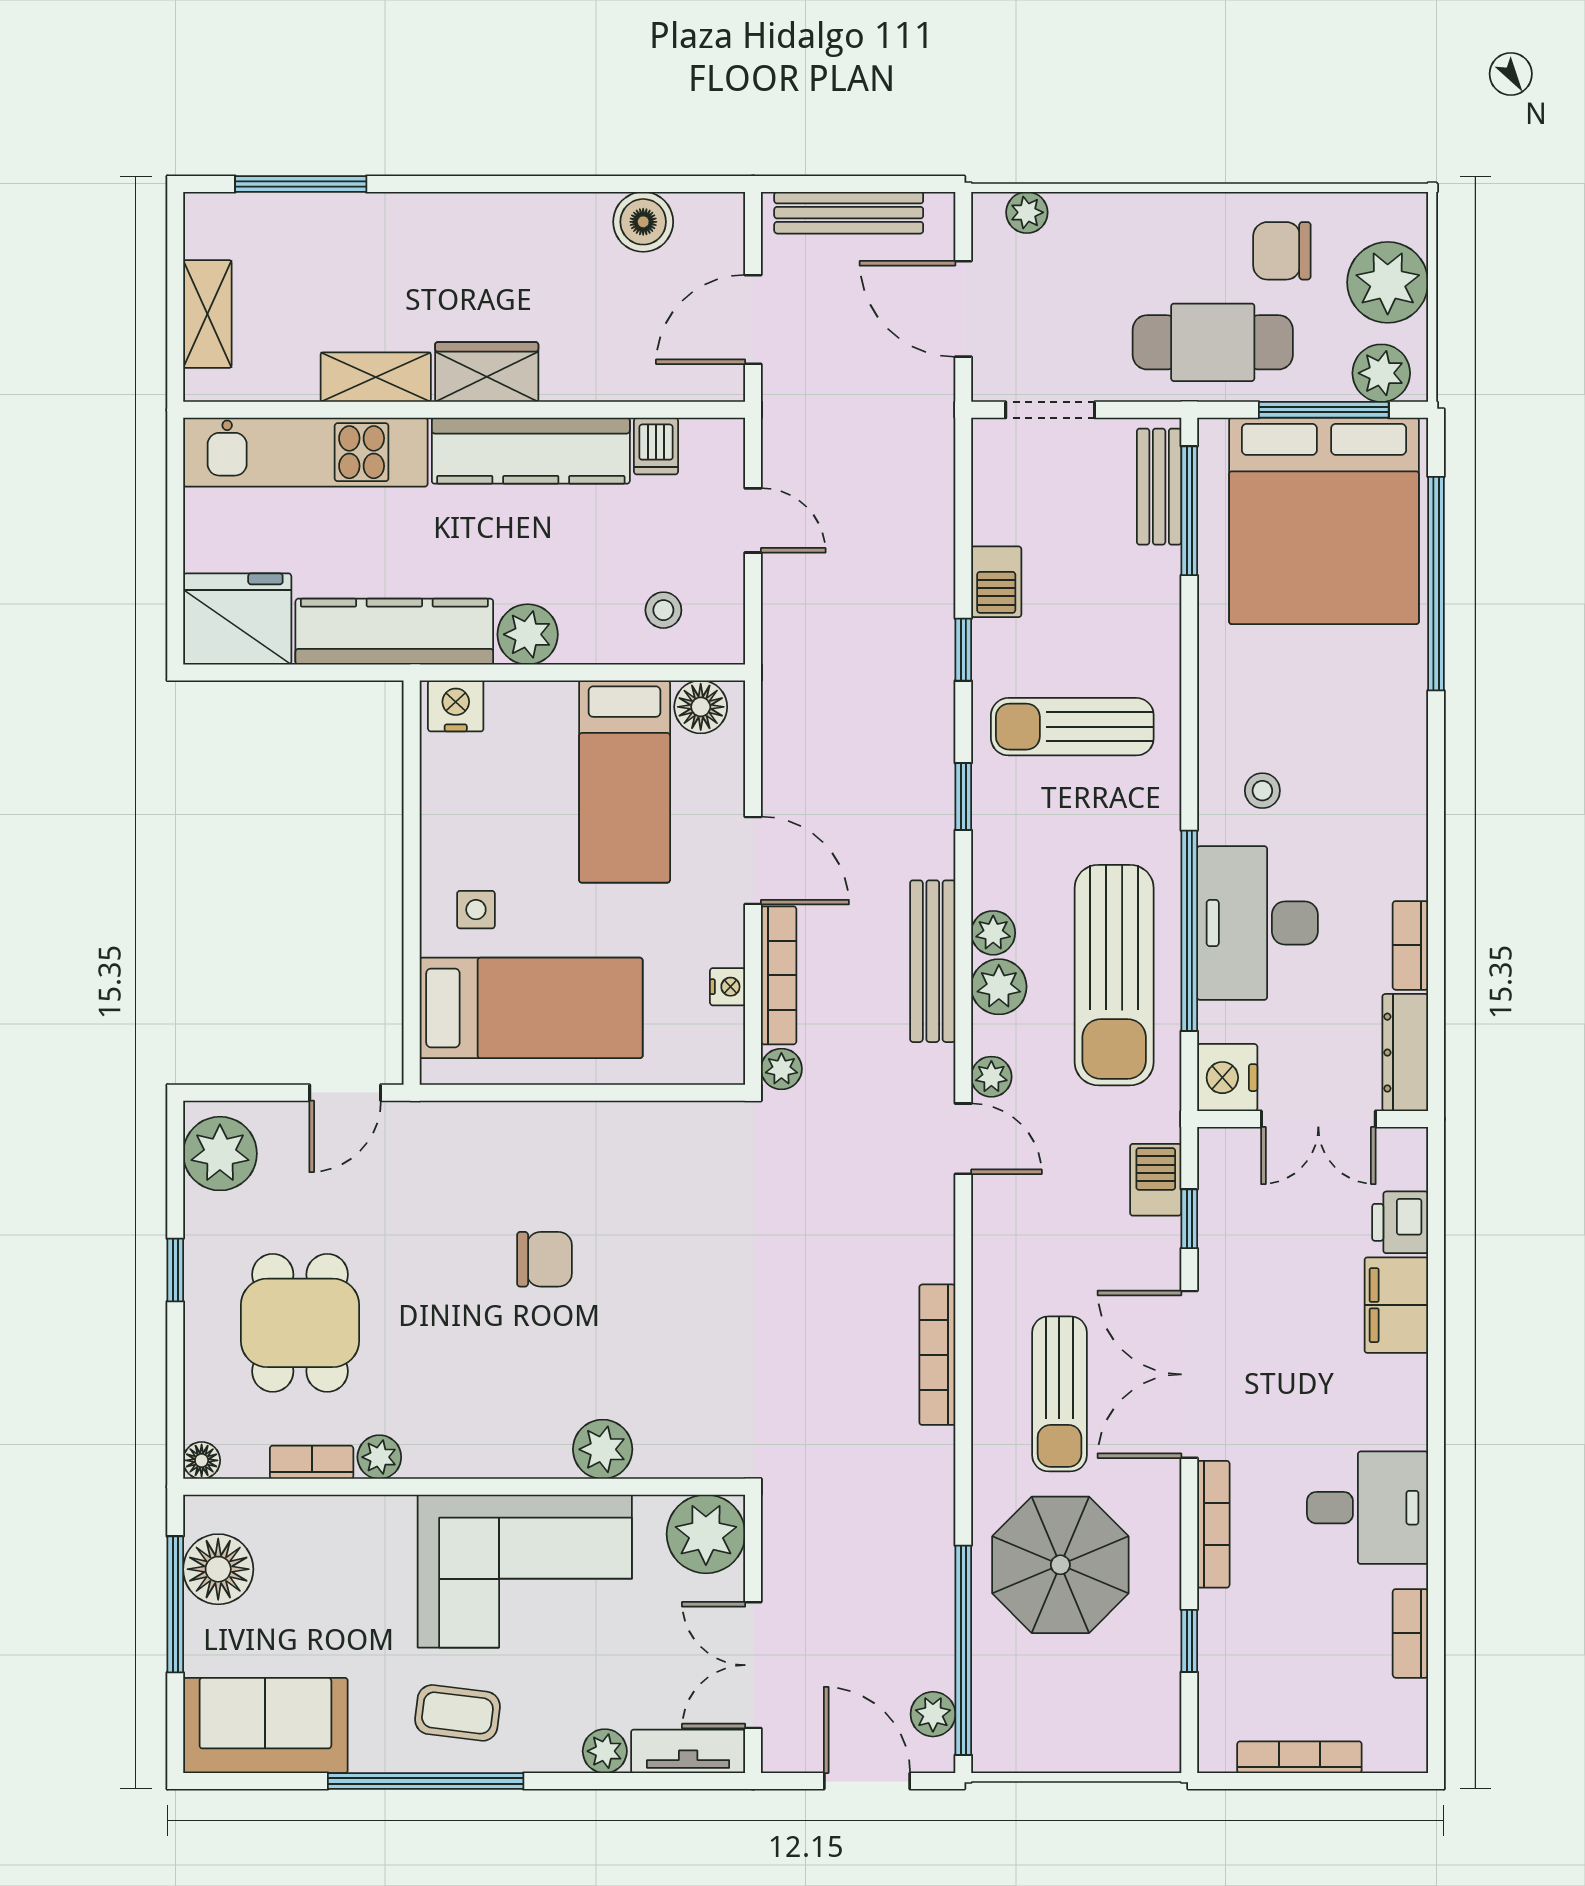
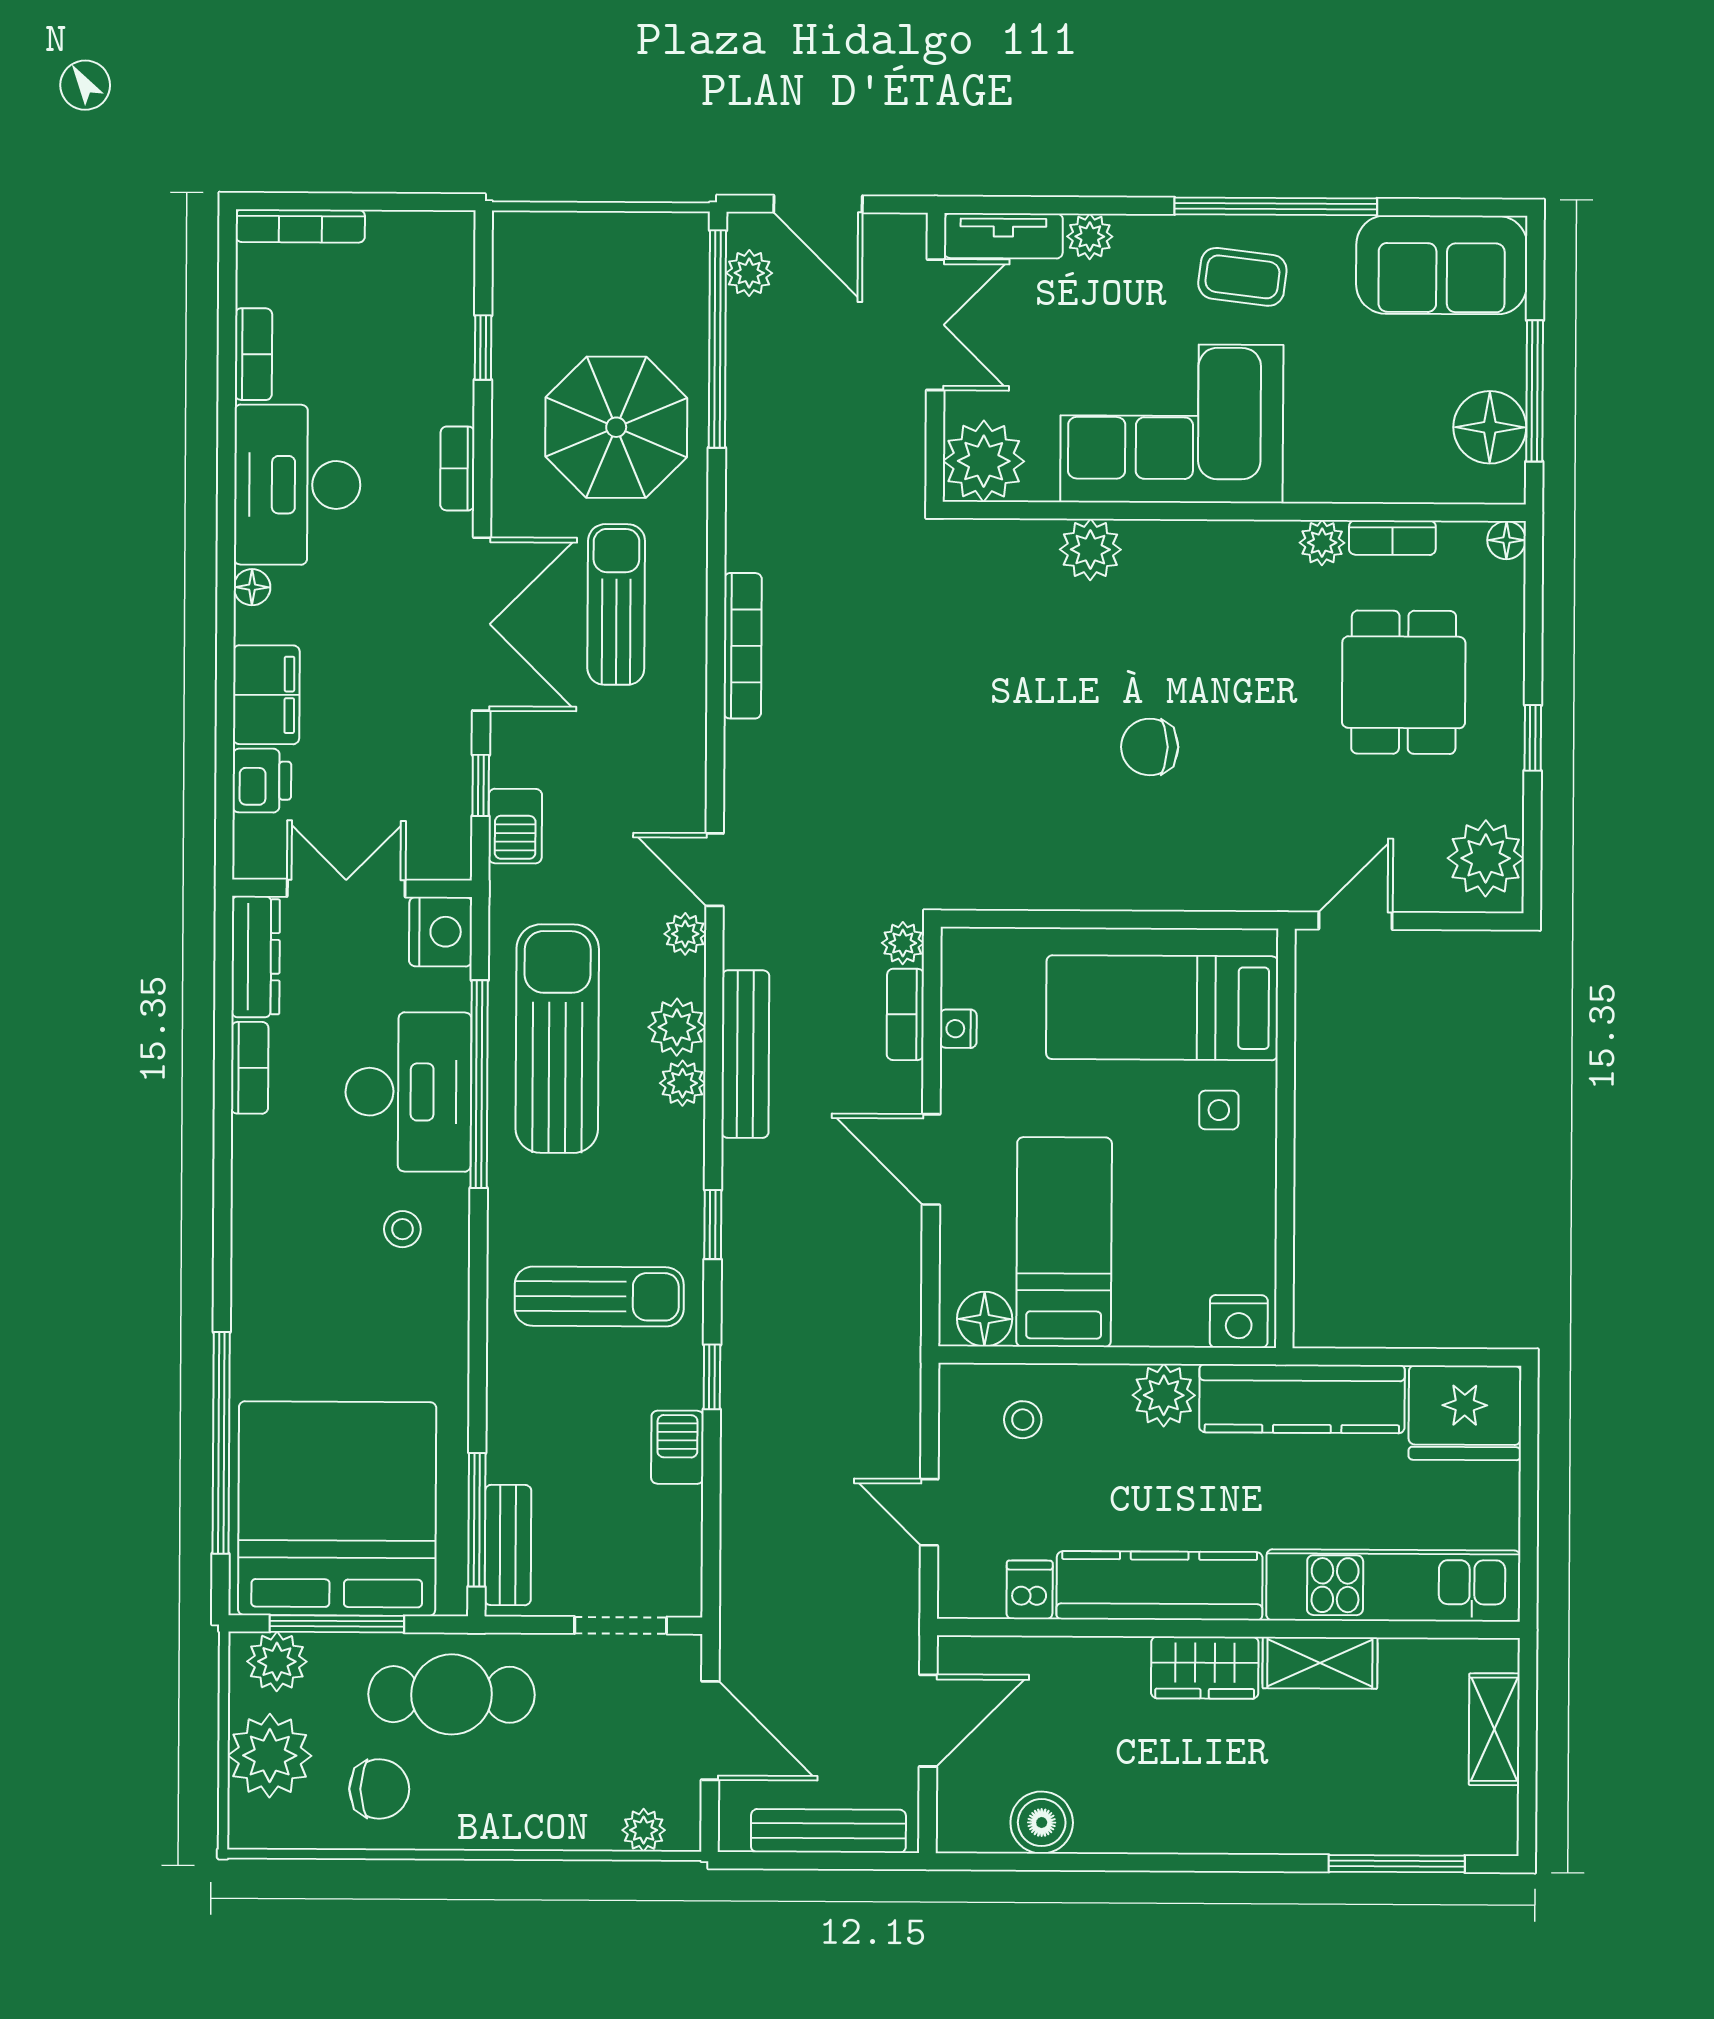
bookcase: (779, 975) -> (905, 1014), width x0.64
floor lamp: (1411, 1409) -> (252, 587), added
desk: (1368, 1508) -> (297, 485), width x1.37
bookcase: (1213, 1524) -> (457, 468), width x0.64
bookcase: (1299, 1757) -> (300, 226), moved

